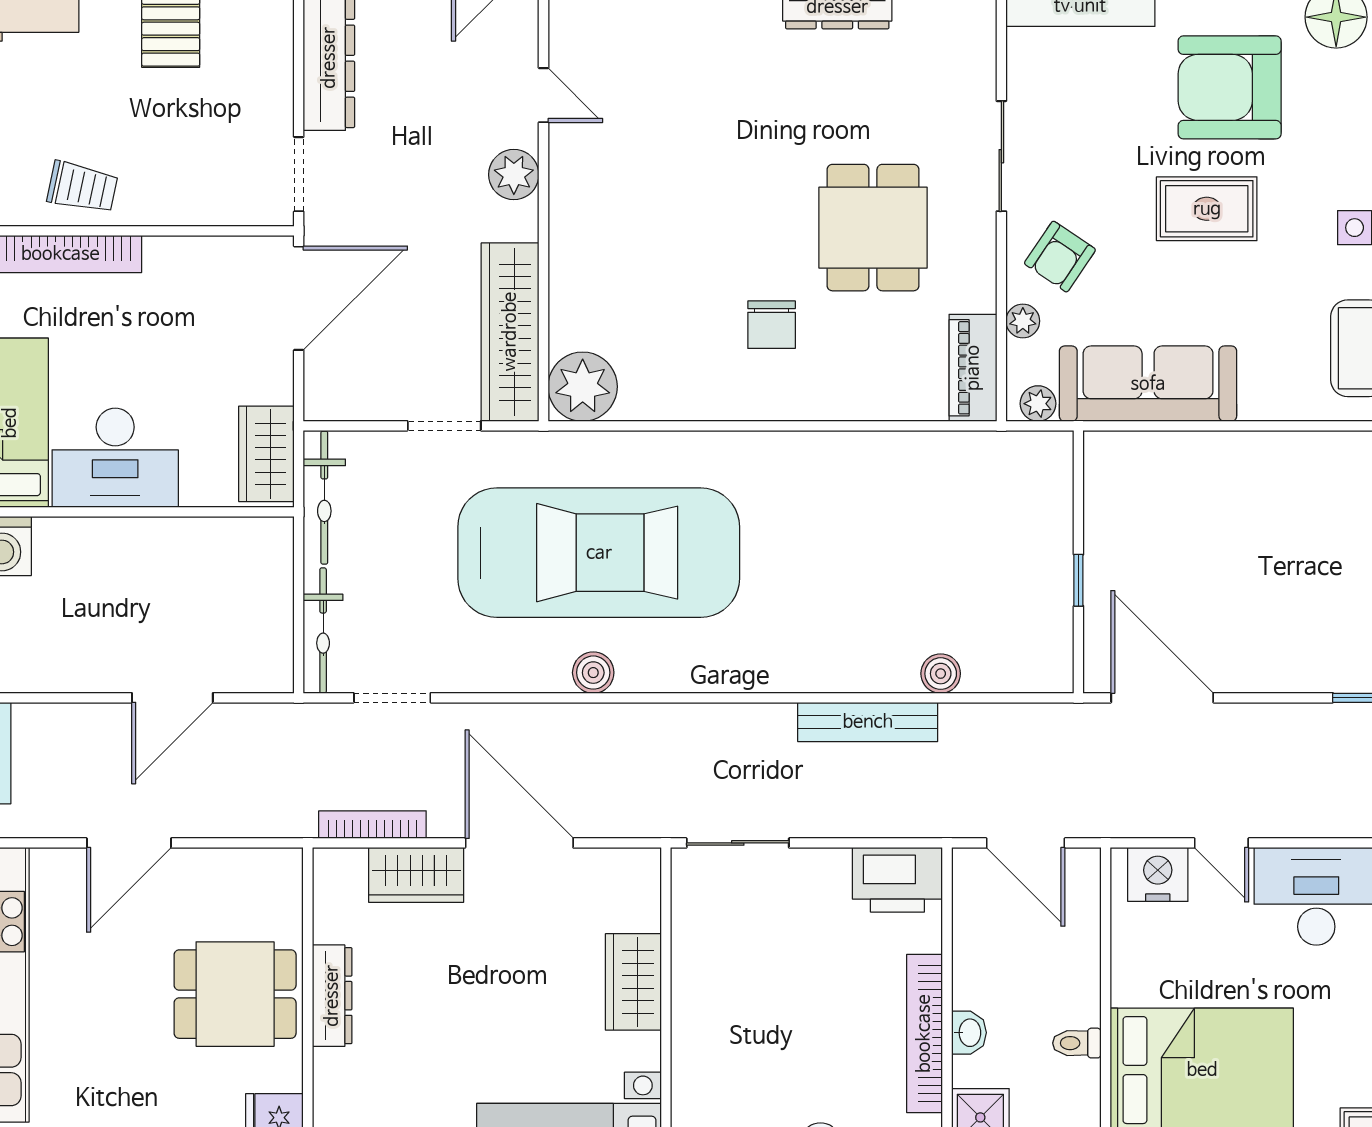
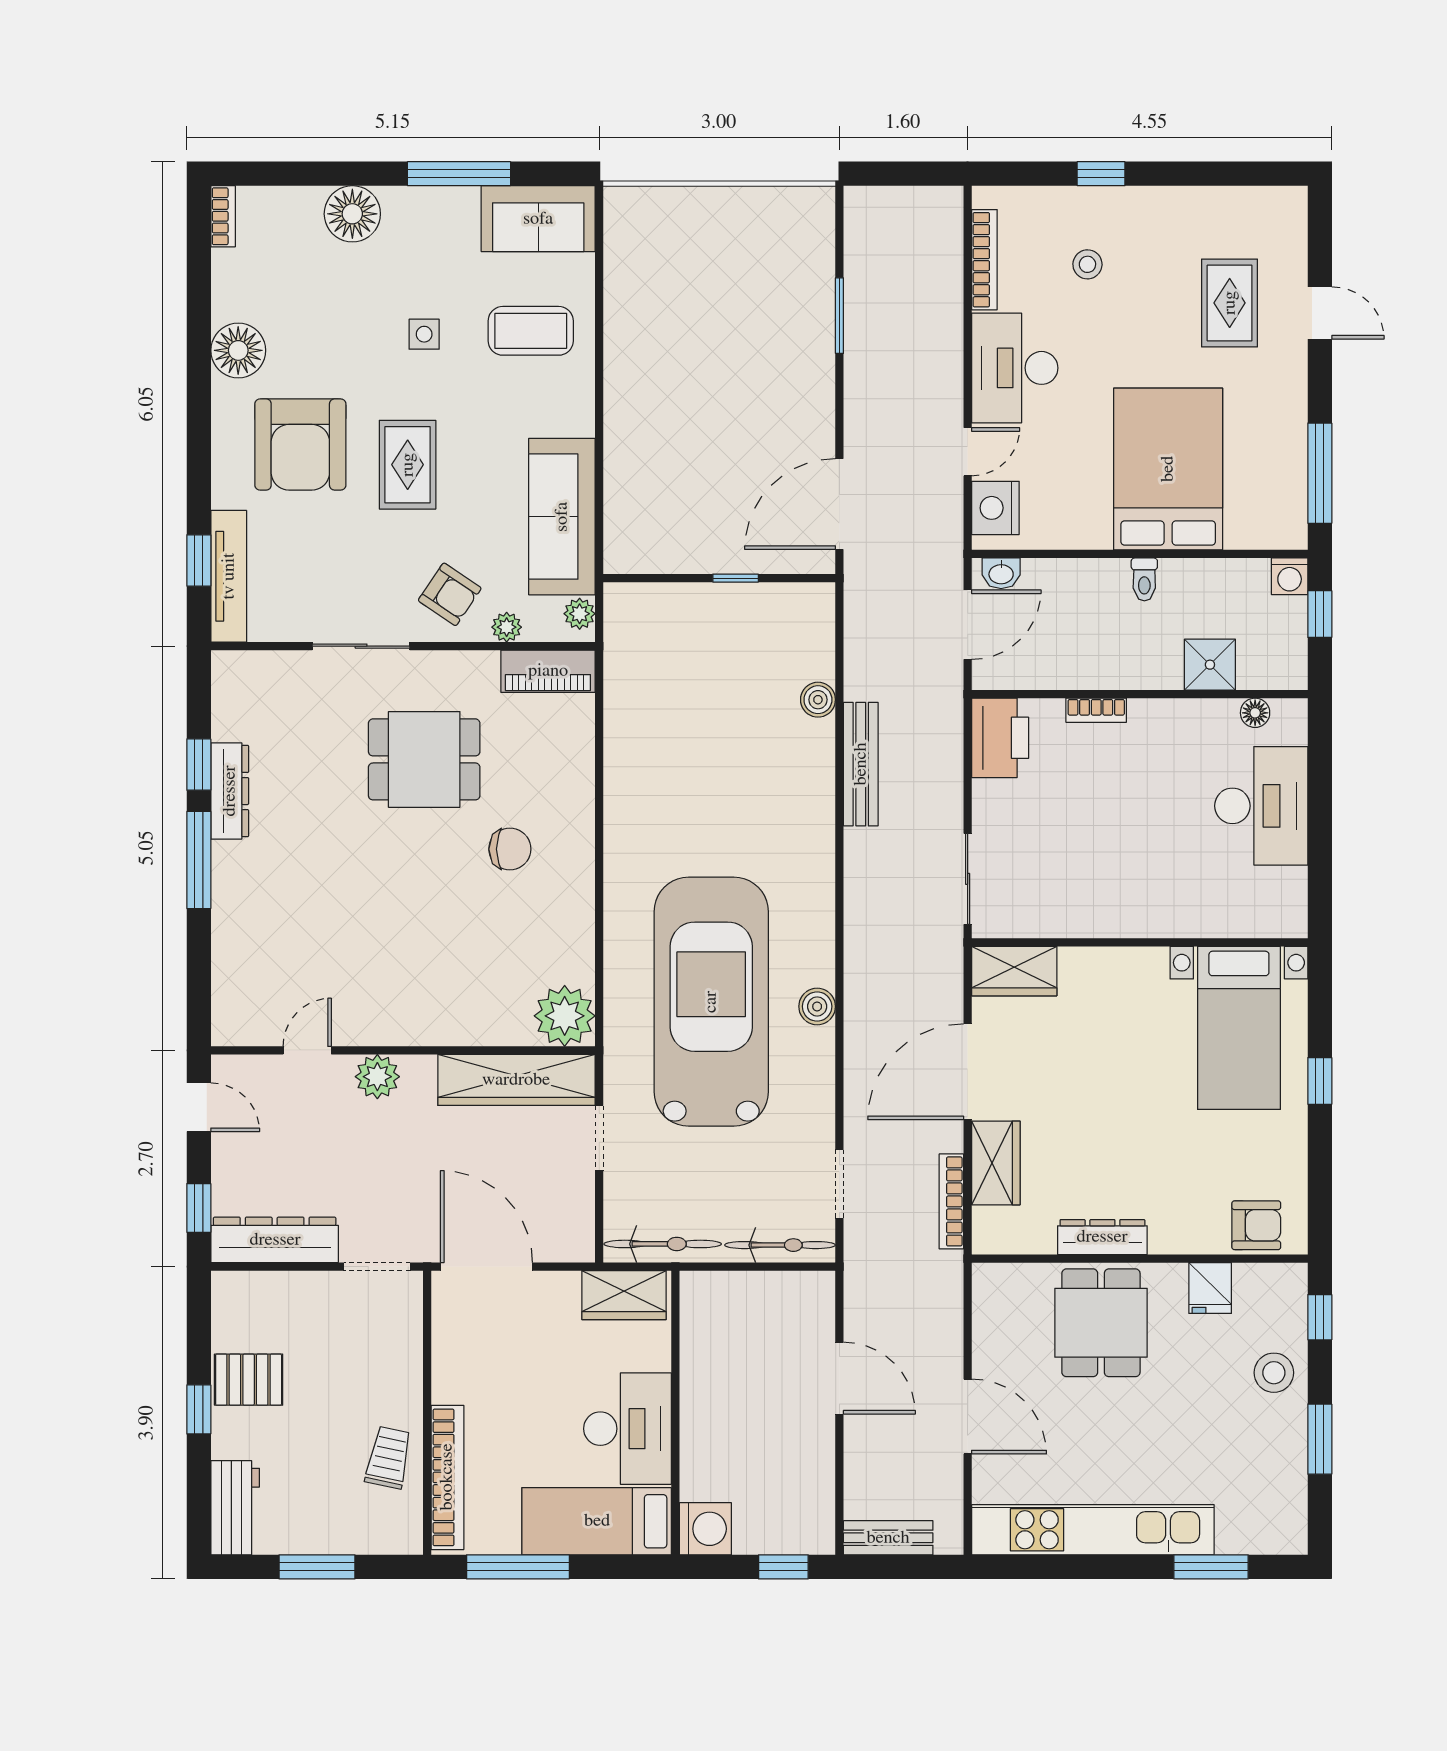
wardrobe: (633, 982) -> (1014, 971), moved
washbasin: (969, 1033) -> (1001, 573), moved, turned 180
bookcase: (924, 1034) -> (1096, 710), width x0.43, depth x0.76

